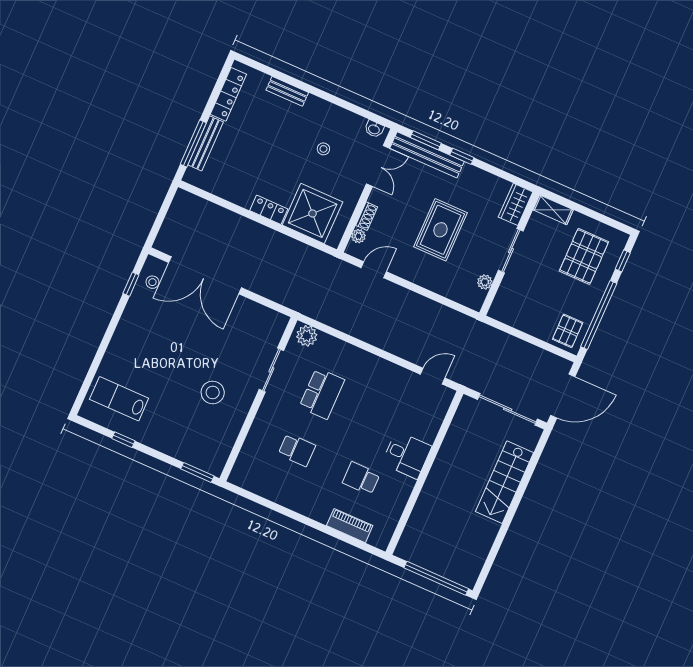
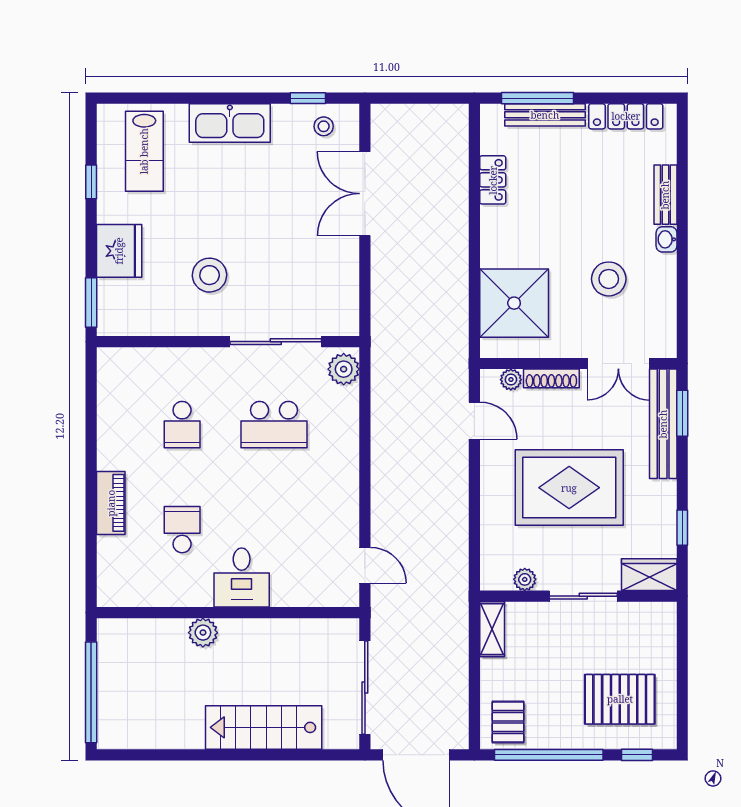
washbasin: (374, 129) -> (667, 239), moved
stool: (323, 149) -> (609, 279), width x1.89, depth x1.89
window: (462, 156) -> (682, 528), moved
locker: (269, 210) -> (493, 180), moved
shelving: (553, 210) -> (492, 629), moved
shoe rack: (367, 216) -> (551, 378), width x1.43
rug: (441, 230) -> (569, 488), width x1.37, depth x1.44
double door: (205, 275) -> (365, 194), width x0.73
pallet: (568, 331) -> (508, 722), turned 90
kitchen sink: (125, 339) -> (230, 123), added
sliding door: (271, 370) -> (276, 342), width x1.37
lab bench: (119, 399) -> (144, 151), turned 180
fridge: (173, 441) -> (119, 251), added
plant: (430, 494) -> (203, 633), added
piano: (350, 526) -> (111, 503), moved

